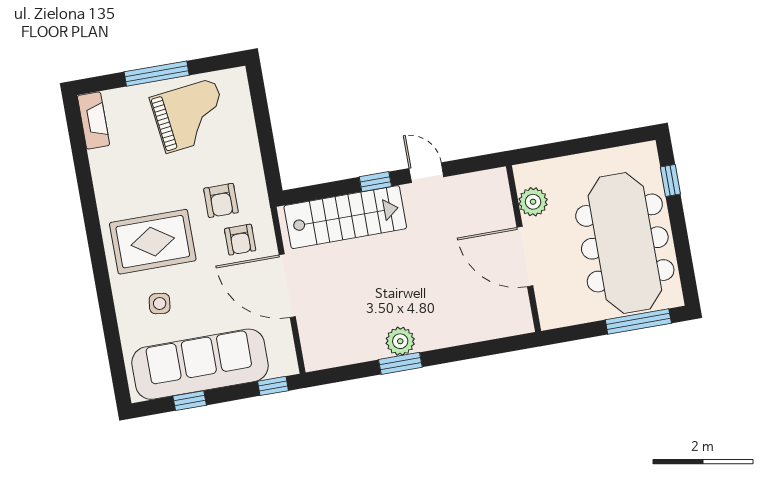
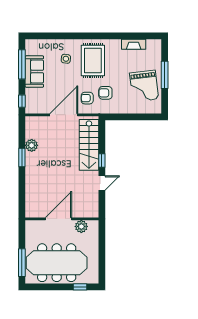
fireplace: (93, 120) -> (134, 44), moved
plant: (400, 341) -> (32, 145), moved
sofa: (200, 364) -> (34, 72), width x0.54, depth x0.79
window: (190, 401) -> (22, 64), width x2.17

